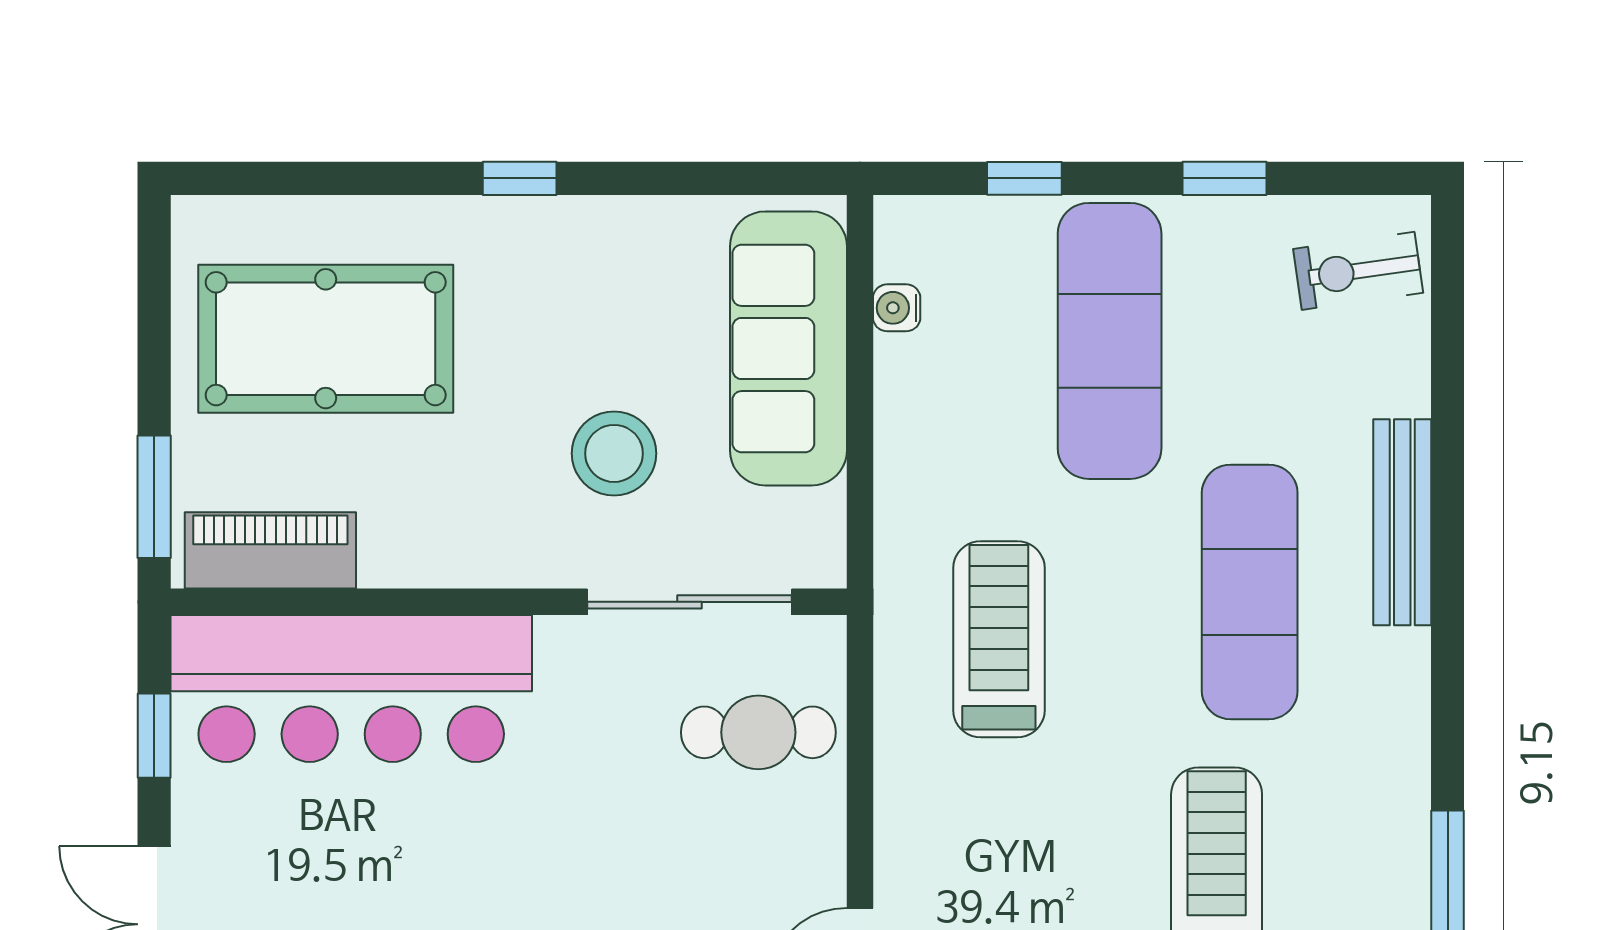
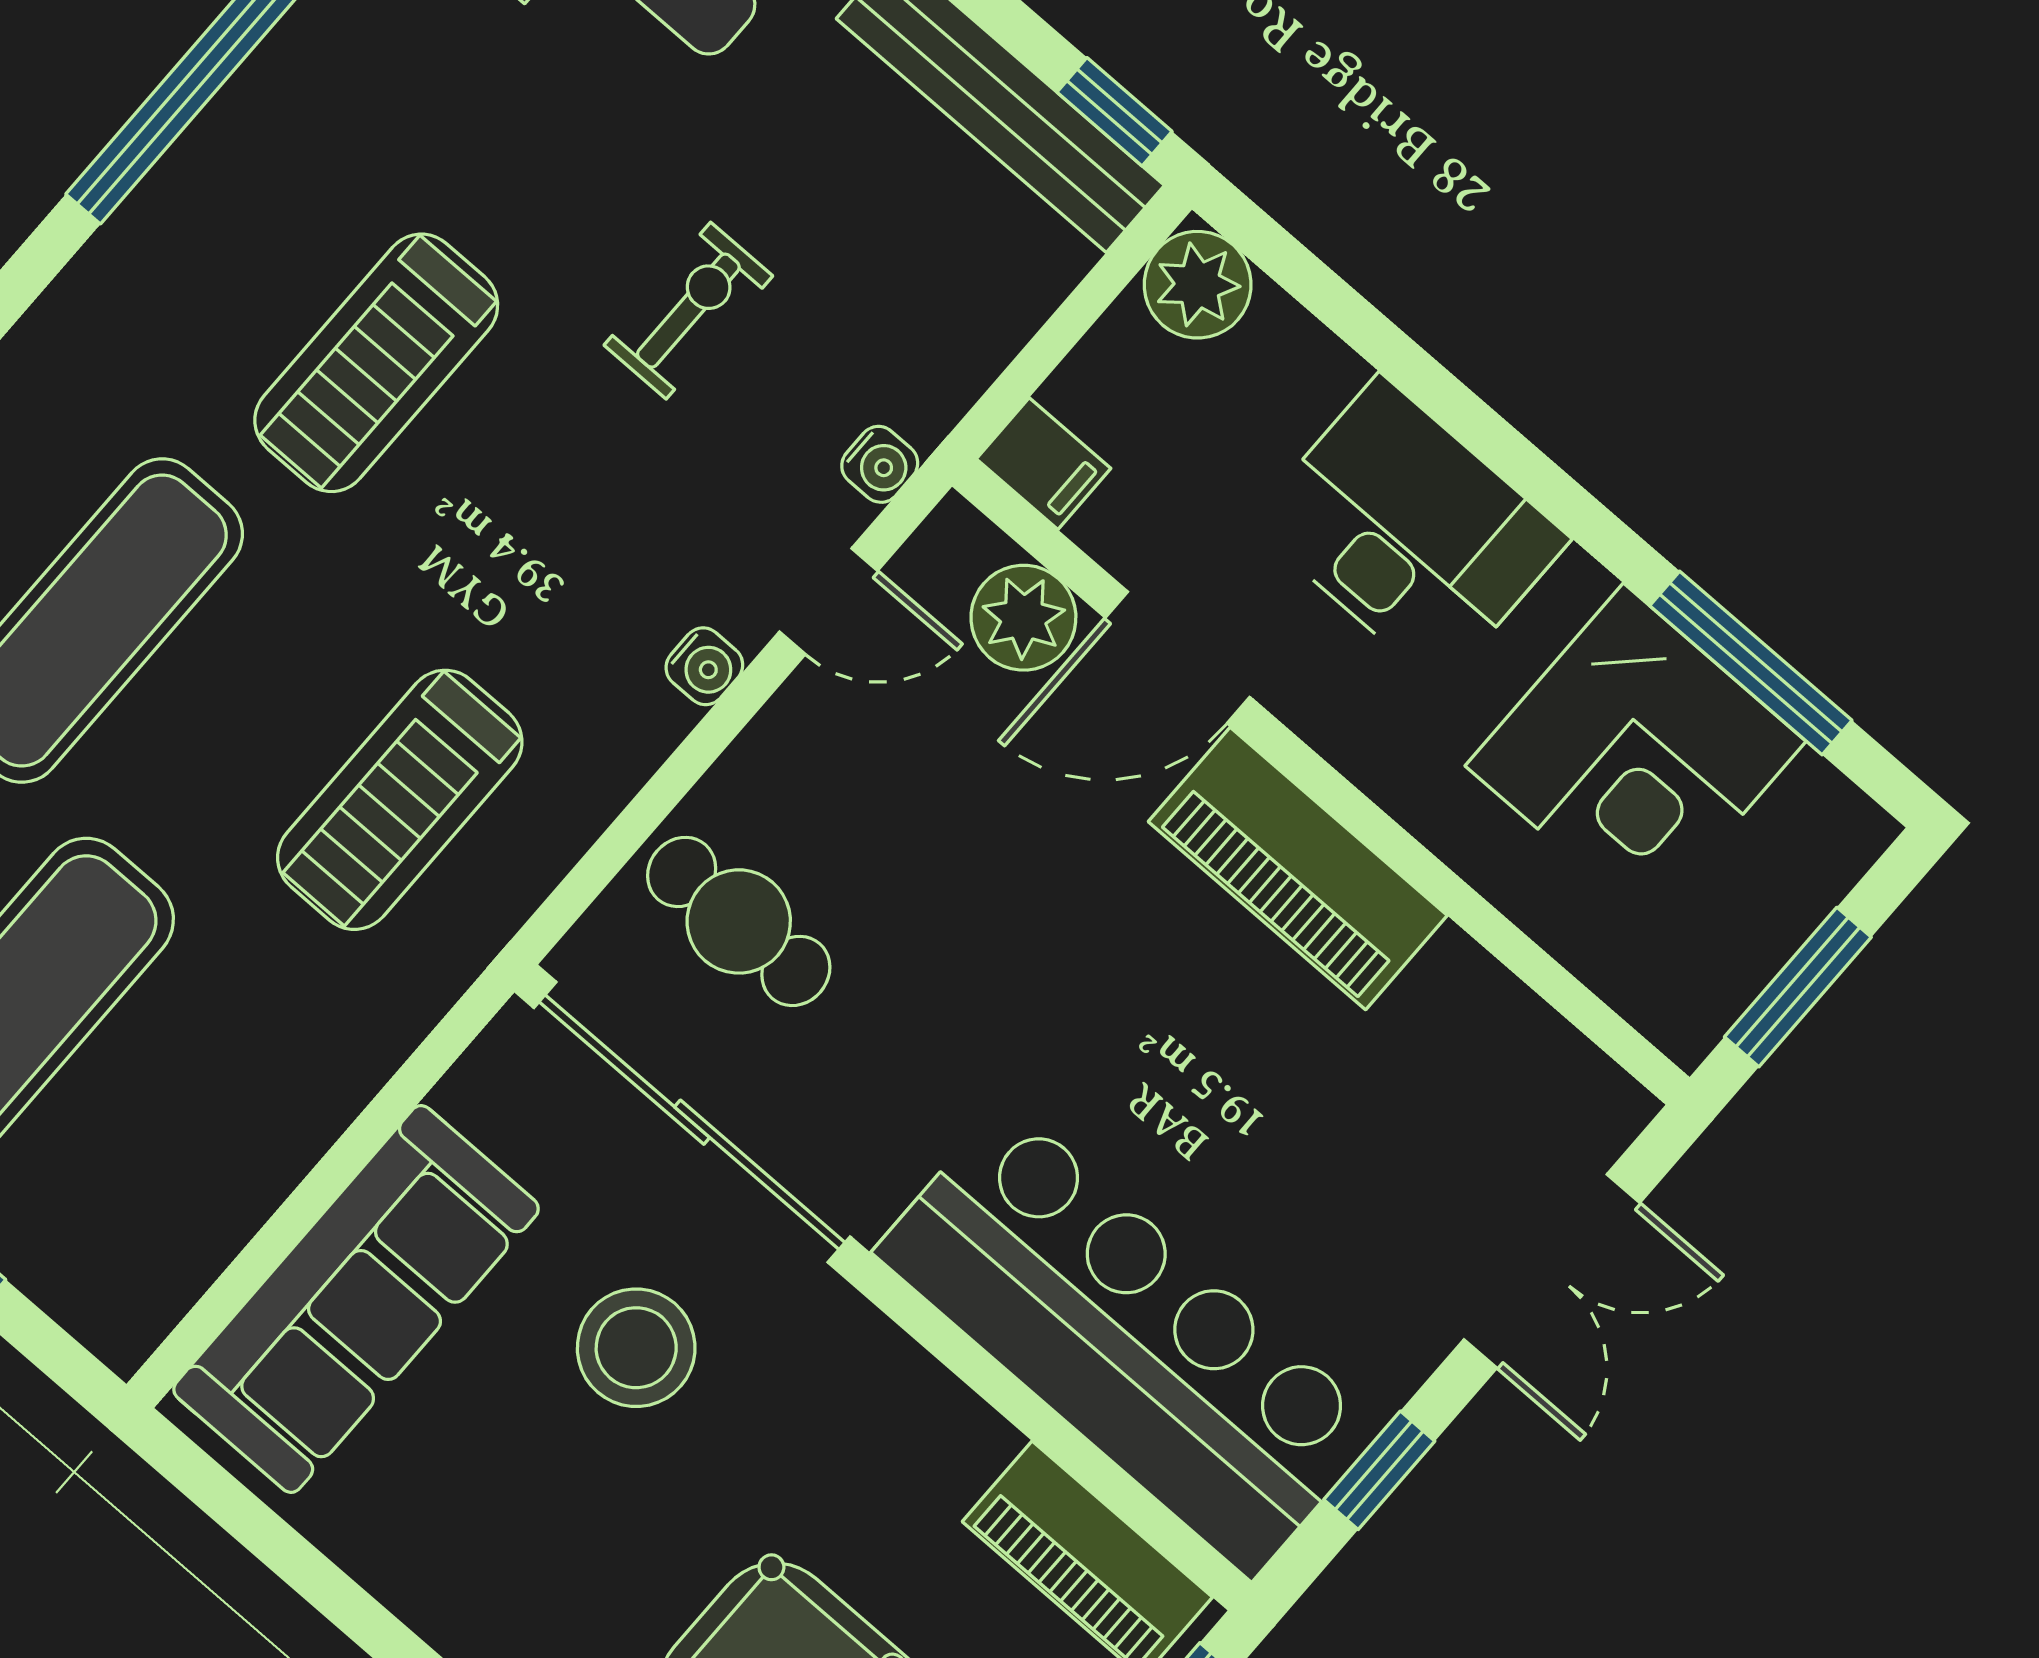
water cooler: (897, 308) -> (704, 666), moved
sliding door: (689, 602) -> (692, 1122), width x1.36

